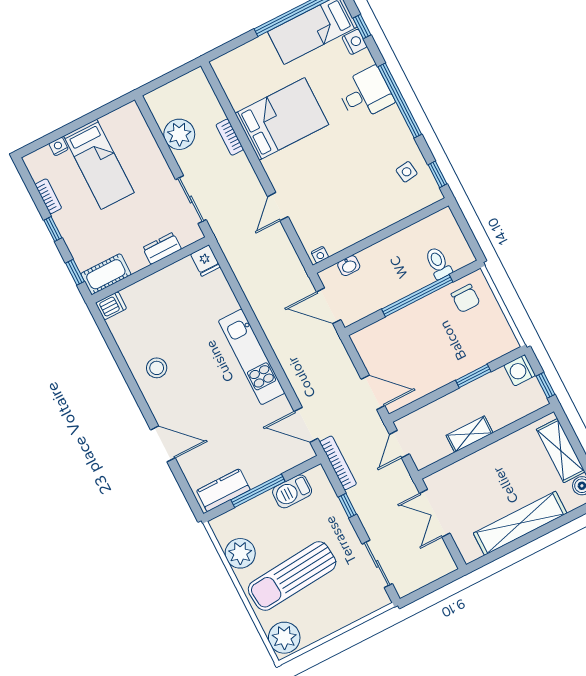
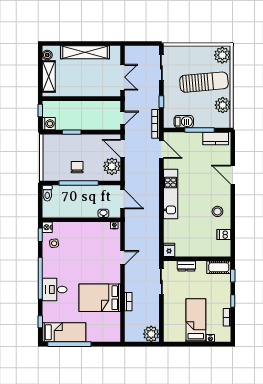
nightstand: (355, 42) -> (47, 227), moved
plant: (179, 134) -> (151, 334), moved
toilet: (438, 263) -> (47, 193), moved
chair: (466, 298) -> (77, 167), moved
dishwasher: (111, 306) -> (224, 235), moved
plant: (375, 353) -> (112, 166), added
shelving: (470, 434) -> (87, 106), removed

